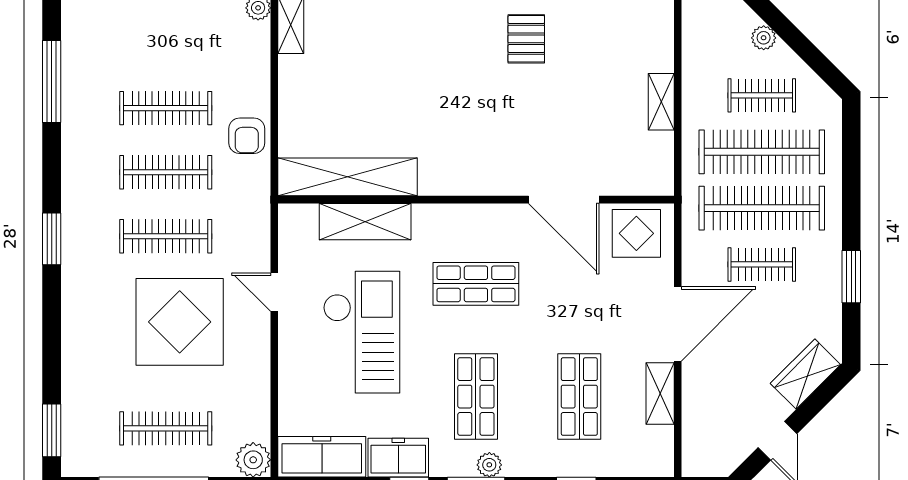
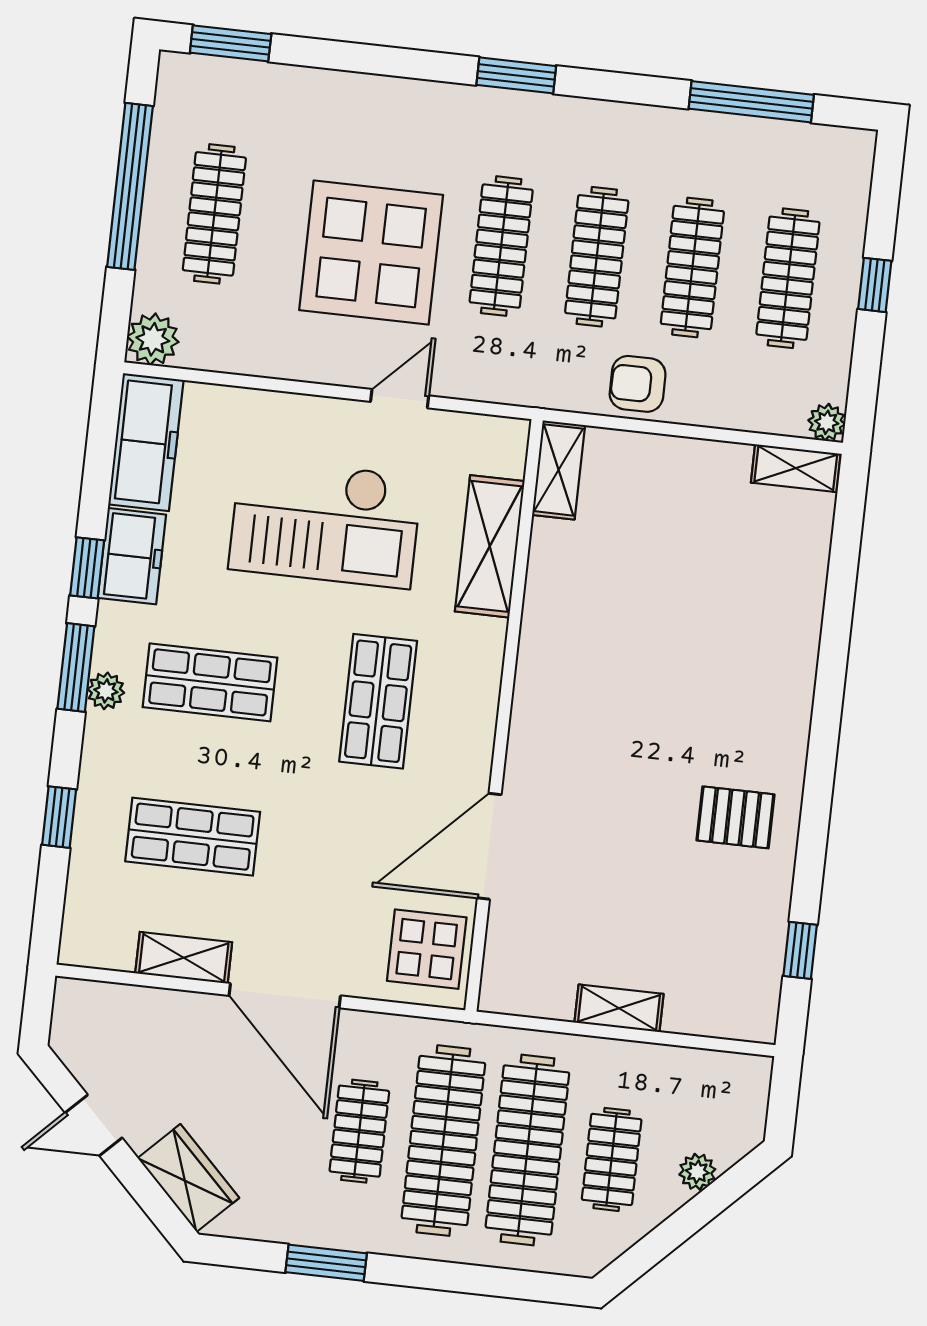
clothes rail: (166, 44) -> (788, 278), added
shelving: (347, 177) -> (559, 470), width x0.45, depth x0.75

